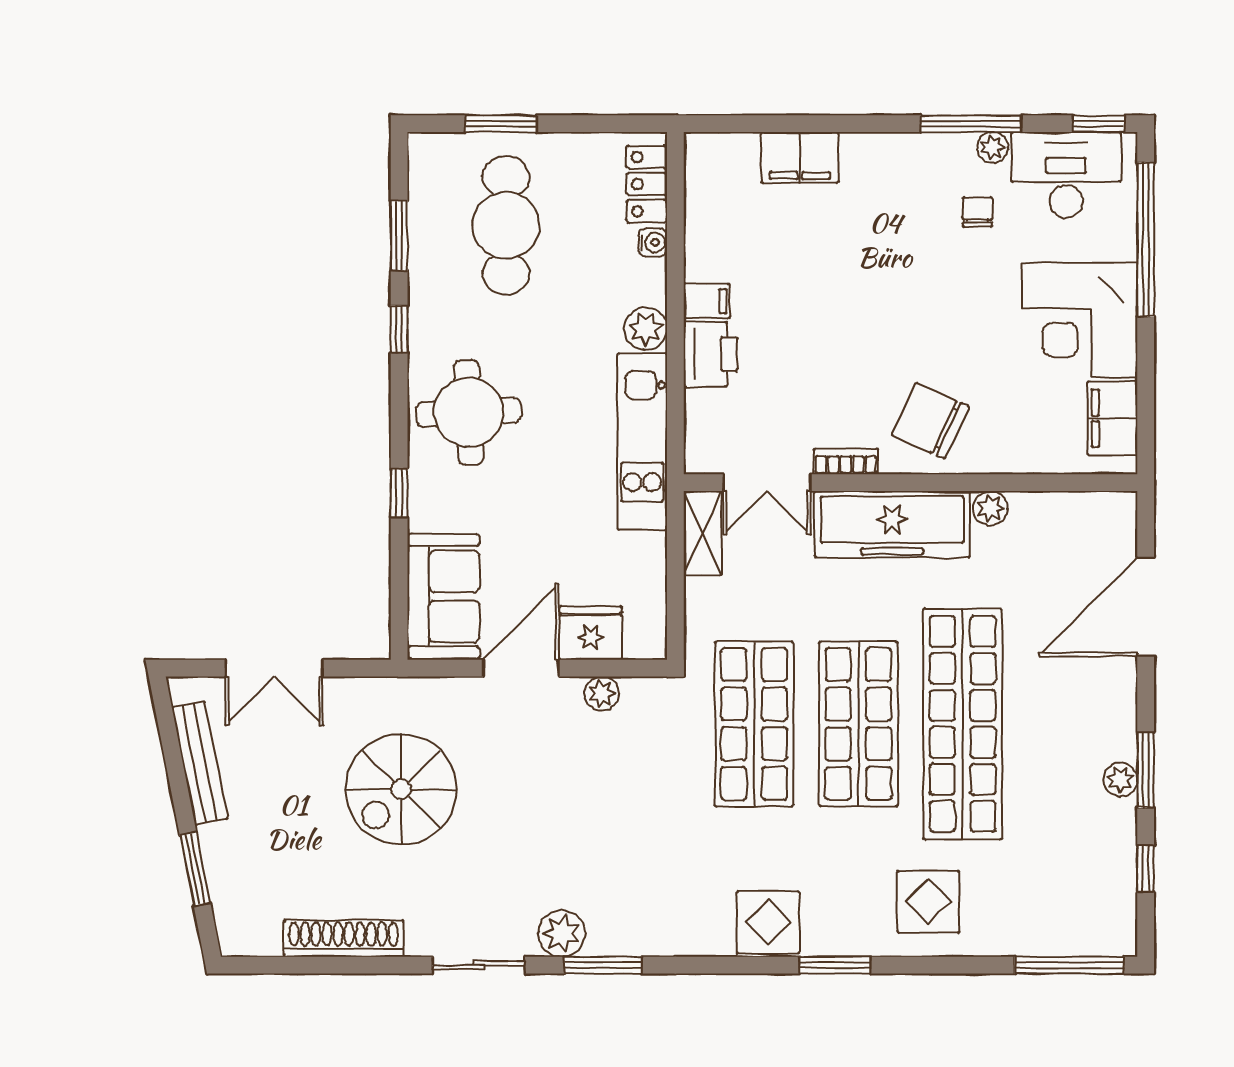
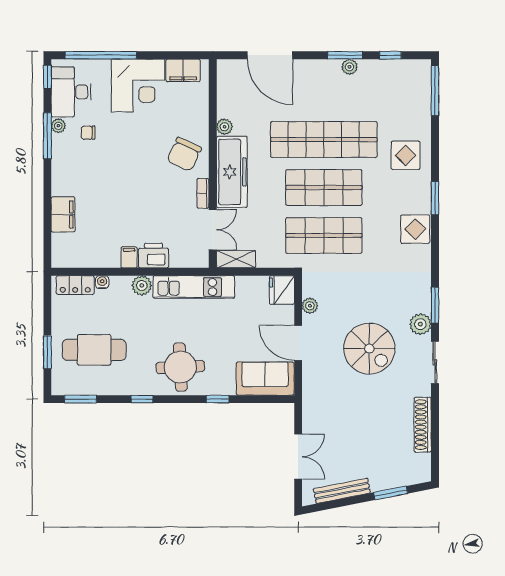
window: (399, 236) -> (80, 399), moved
fridge: (591, 633) -> (282, 290), moved
spiral stairs: (401, 789) -> (369, 349), moved

